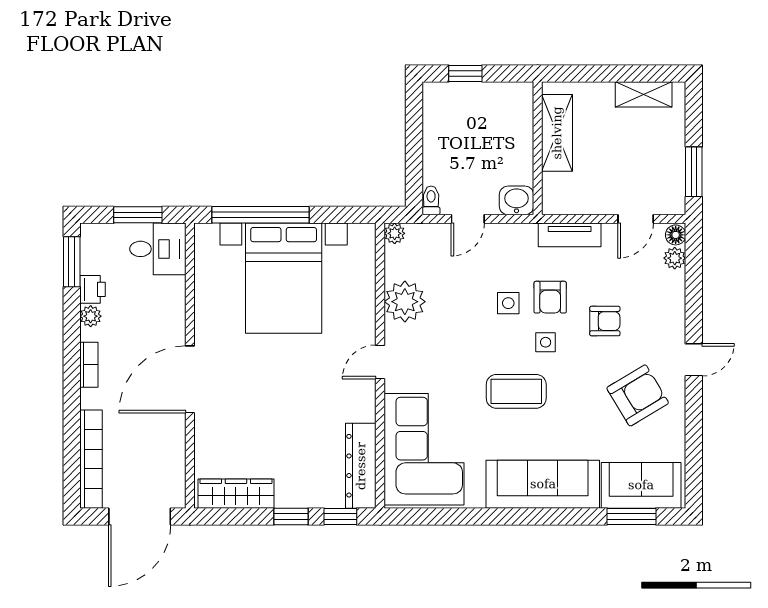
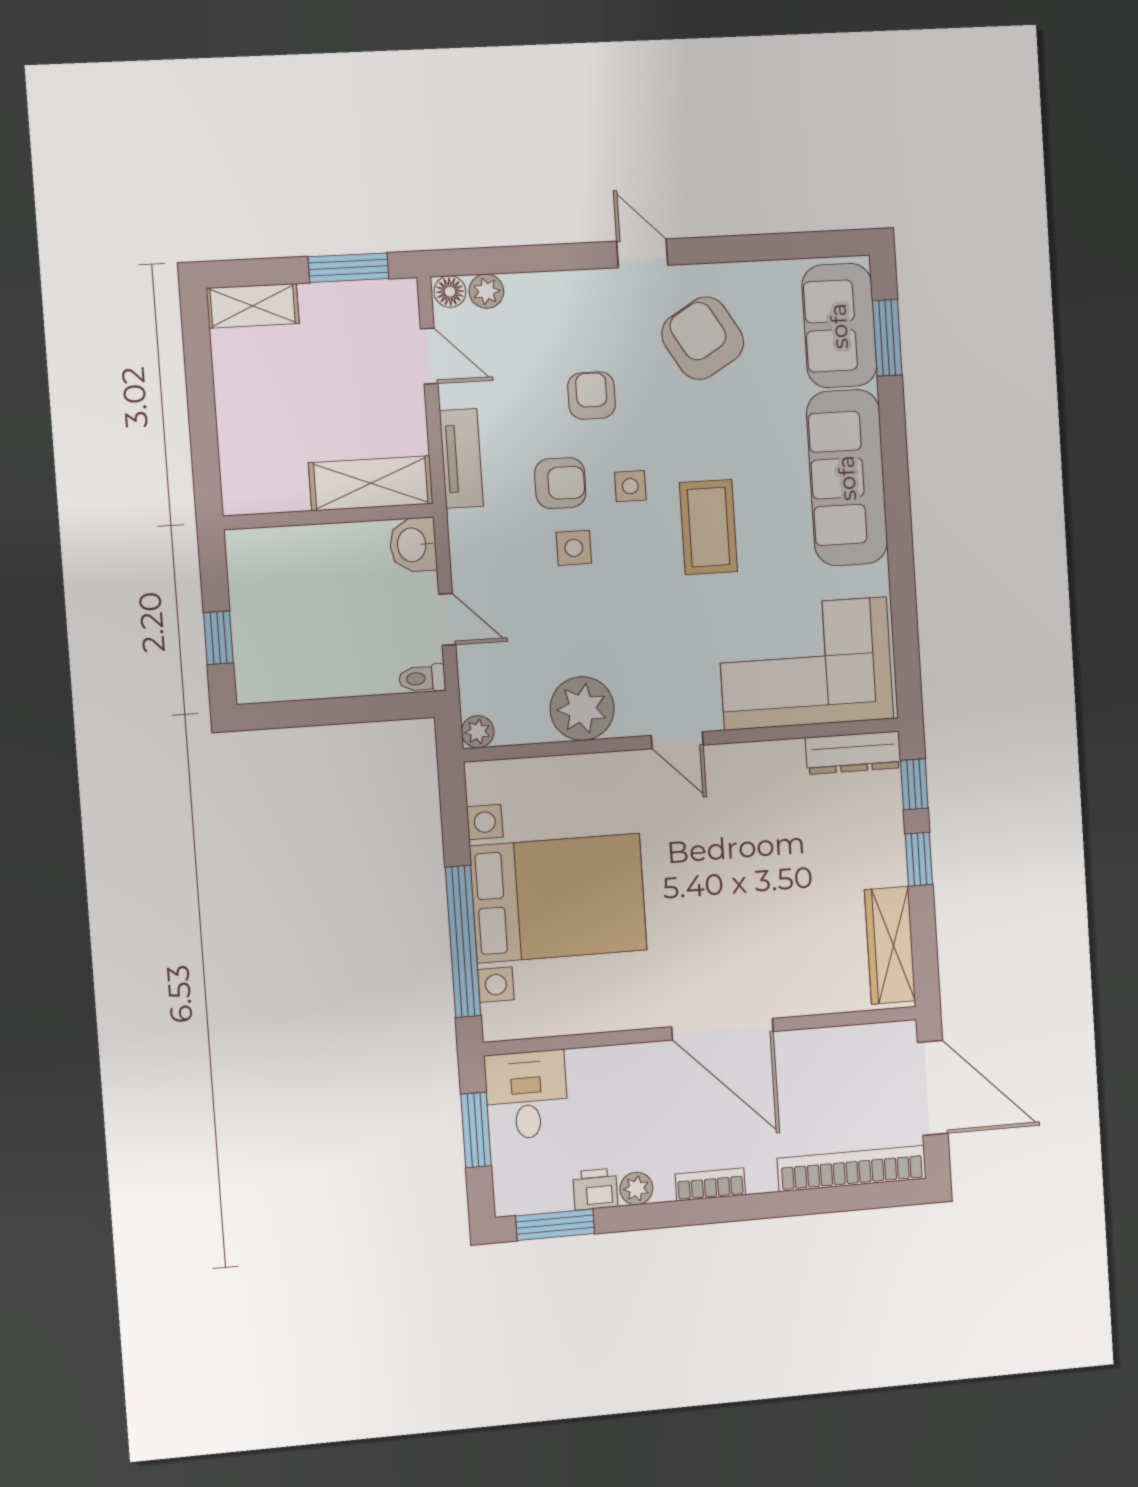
shelving: (644, 94) -> (253, 306), moved, turned 90
shelving: (557, 133) -> (371, 483), moved
dresser: (361, 466) -> (853, 753), width x0.73, depth x0.80

